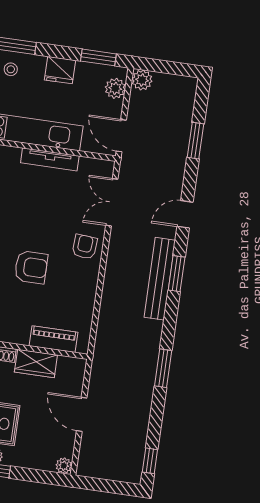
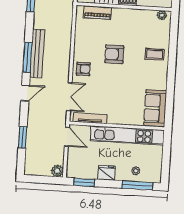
plant: (115, 88) -> (73, 165), removed
tv unit: (50, 159) -> (90, 118), moved
armchair: (85, 247) -> (83, 69), turned -94
window: (177, 274) -> (27, 57), width x1.44

